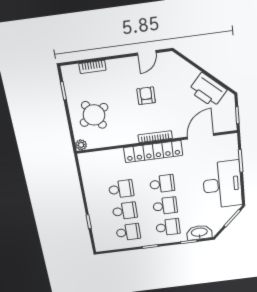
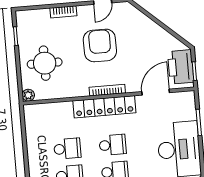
bookcase: (92, 67) -> (63, 12), moved
printer: (208, 90) -> (181, 67), moved, turned 48
armchair: (146, 96) -> (100, 45), width x1.88, depth x1.88
round table: (94, 115) -> (45, 63), turned 31

